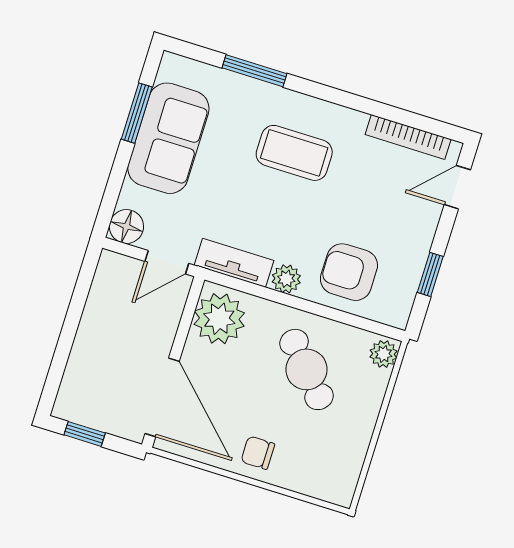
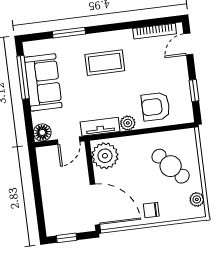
window: (137, 113) -> (23, 77), width x1.44
plant: (384, 354) -> (197, 199), moved
cafe table: (307, 369) -> (171, 166), moved

